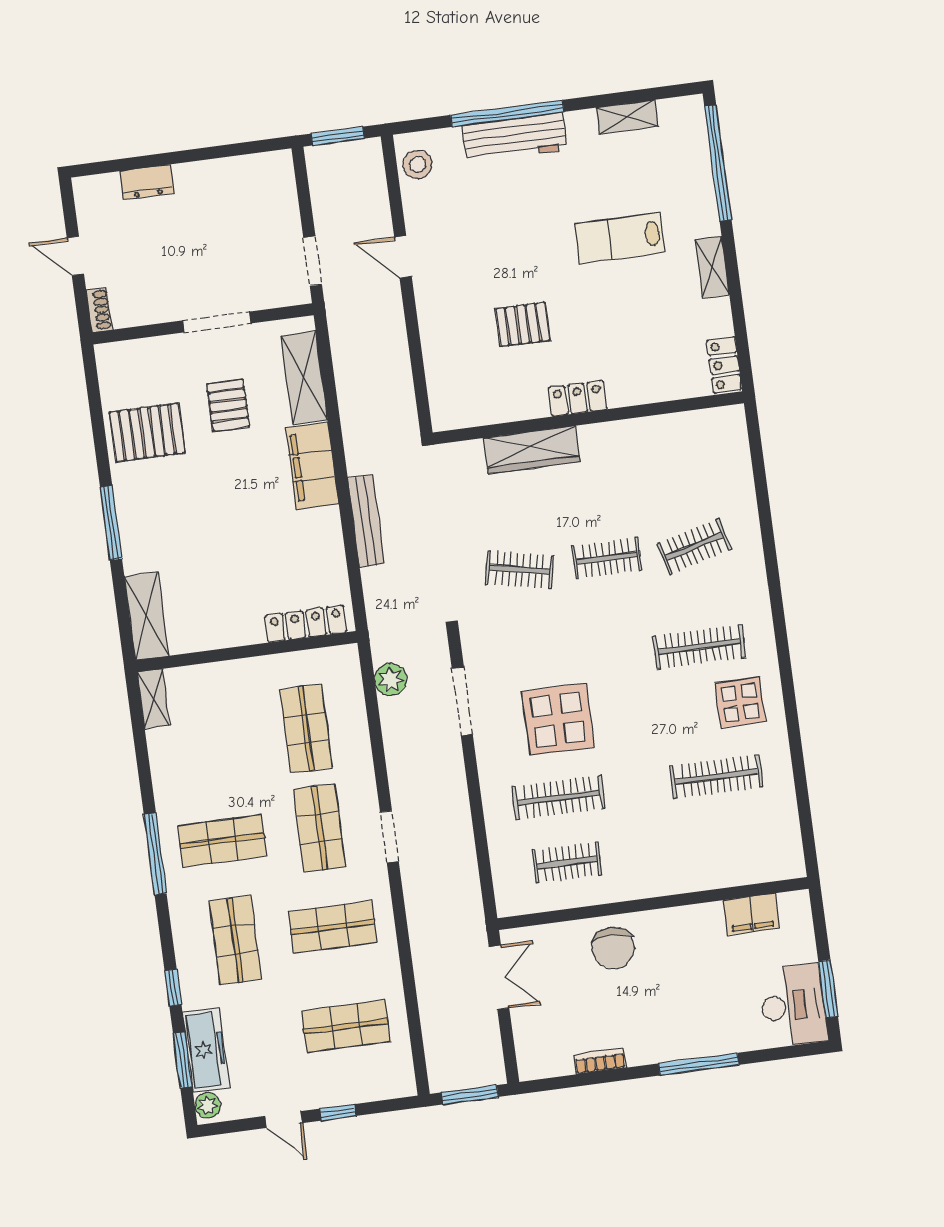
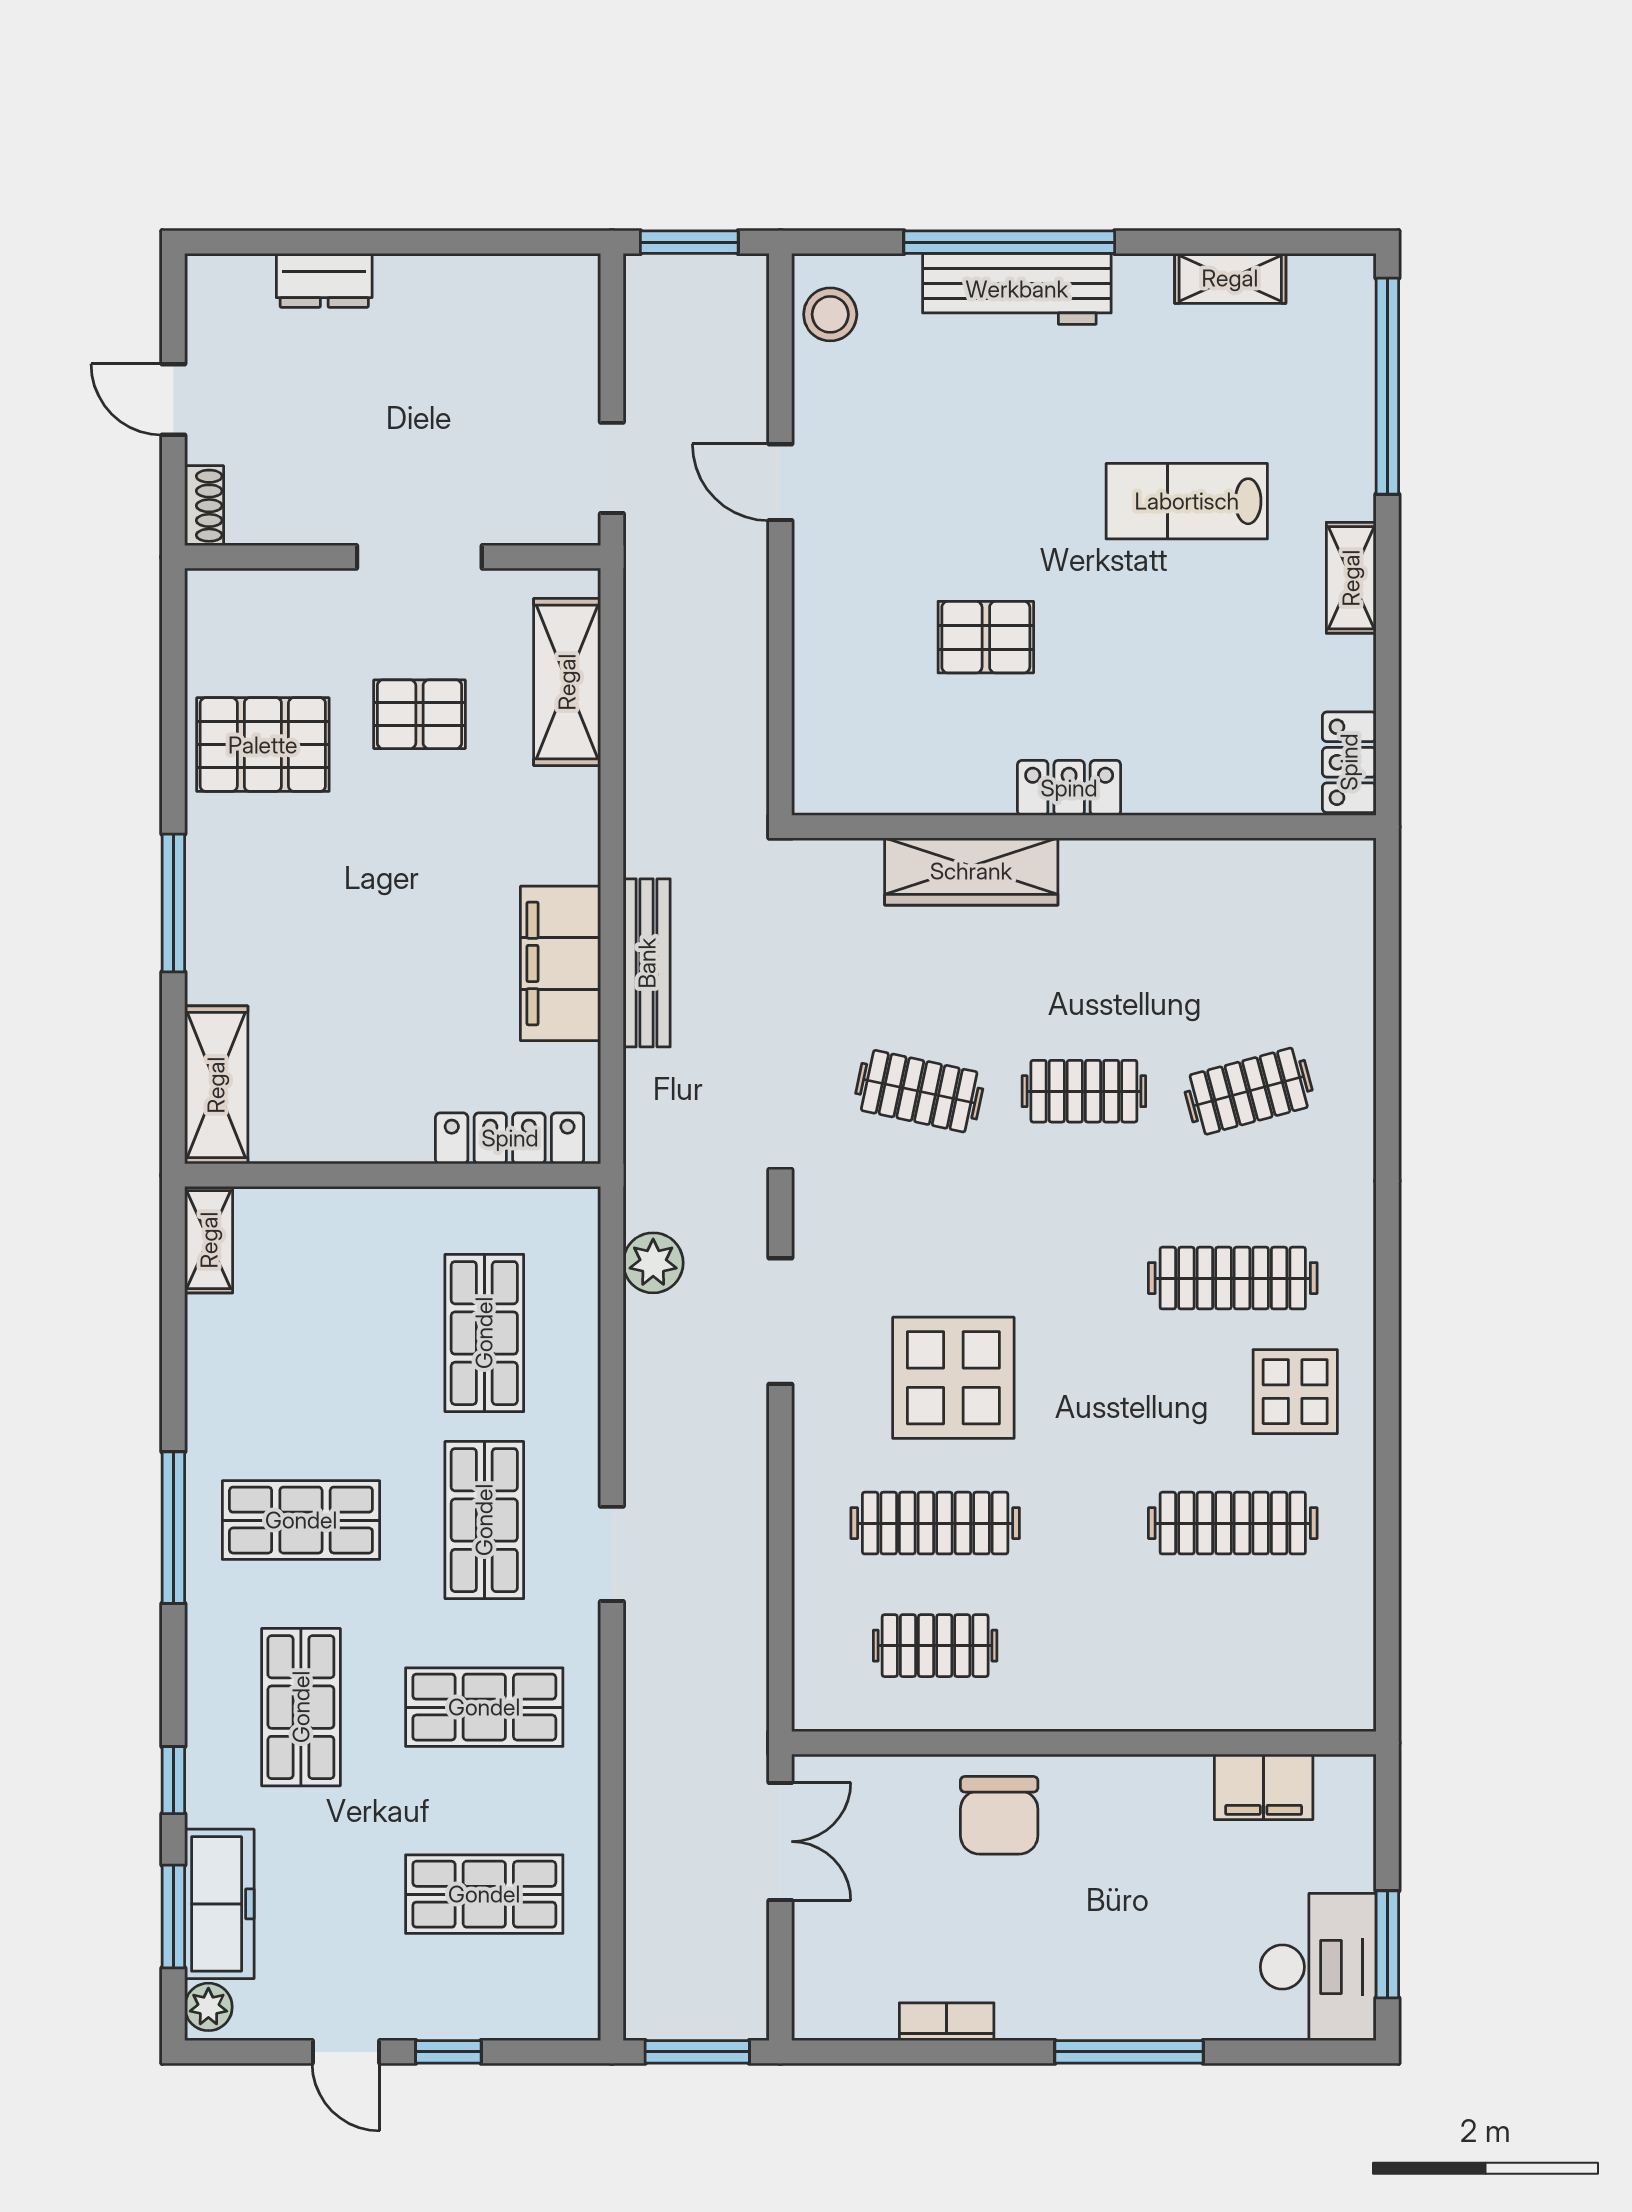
pallet: (228, 405) -> (419, 714), turned 90
filing cabinet: (312, 466) -> (561, 963), moved

